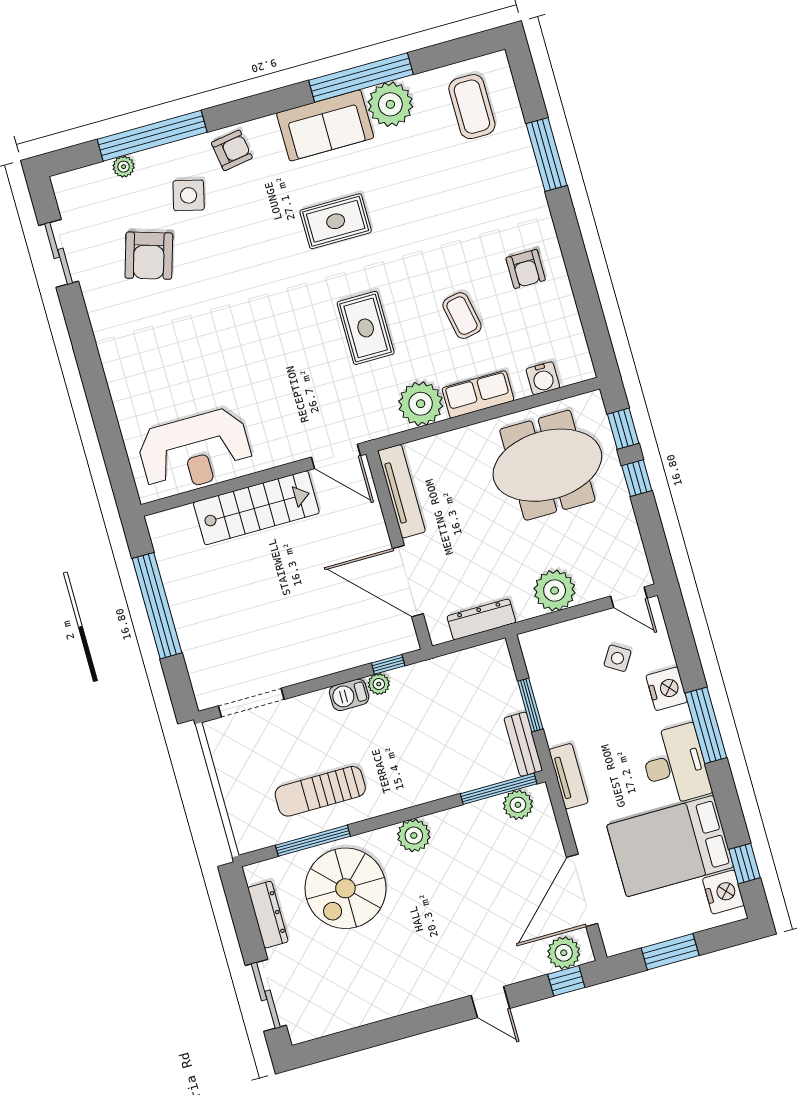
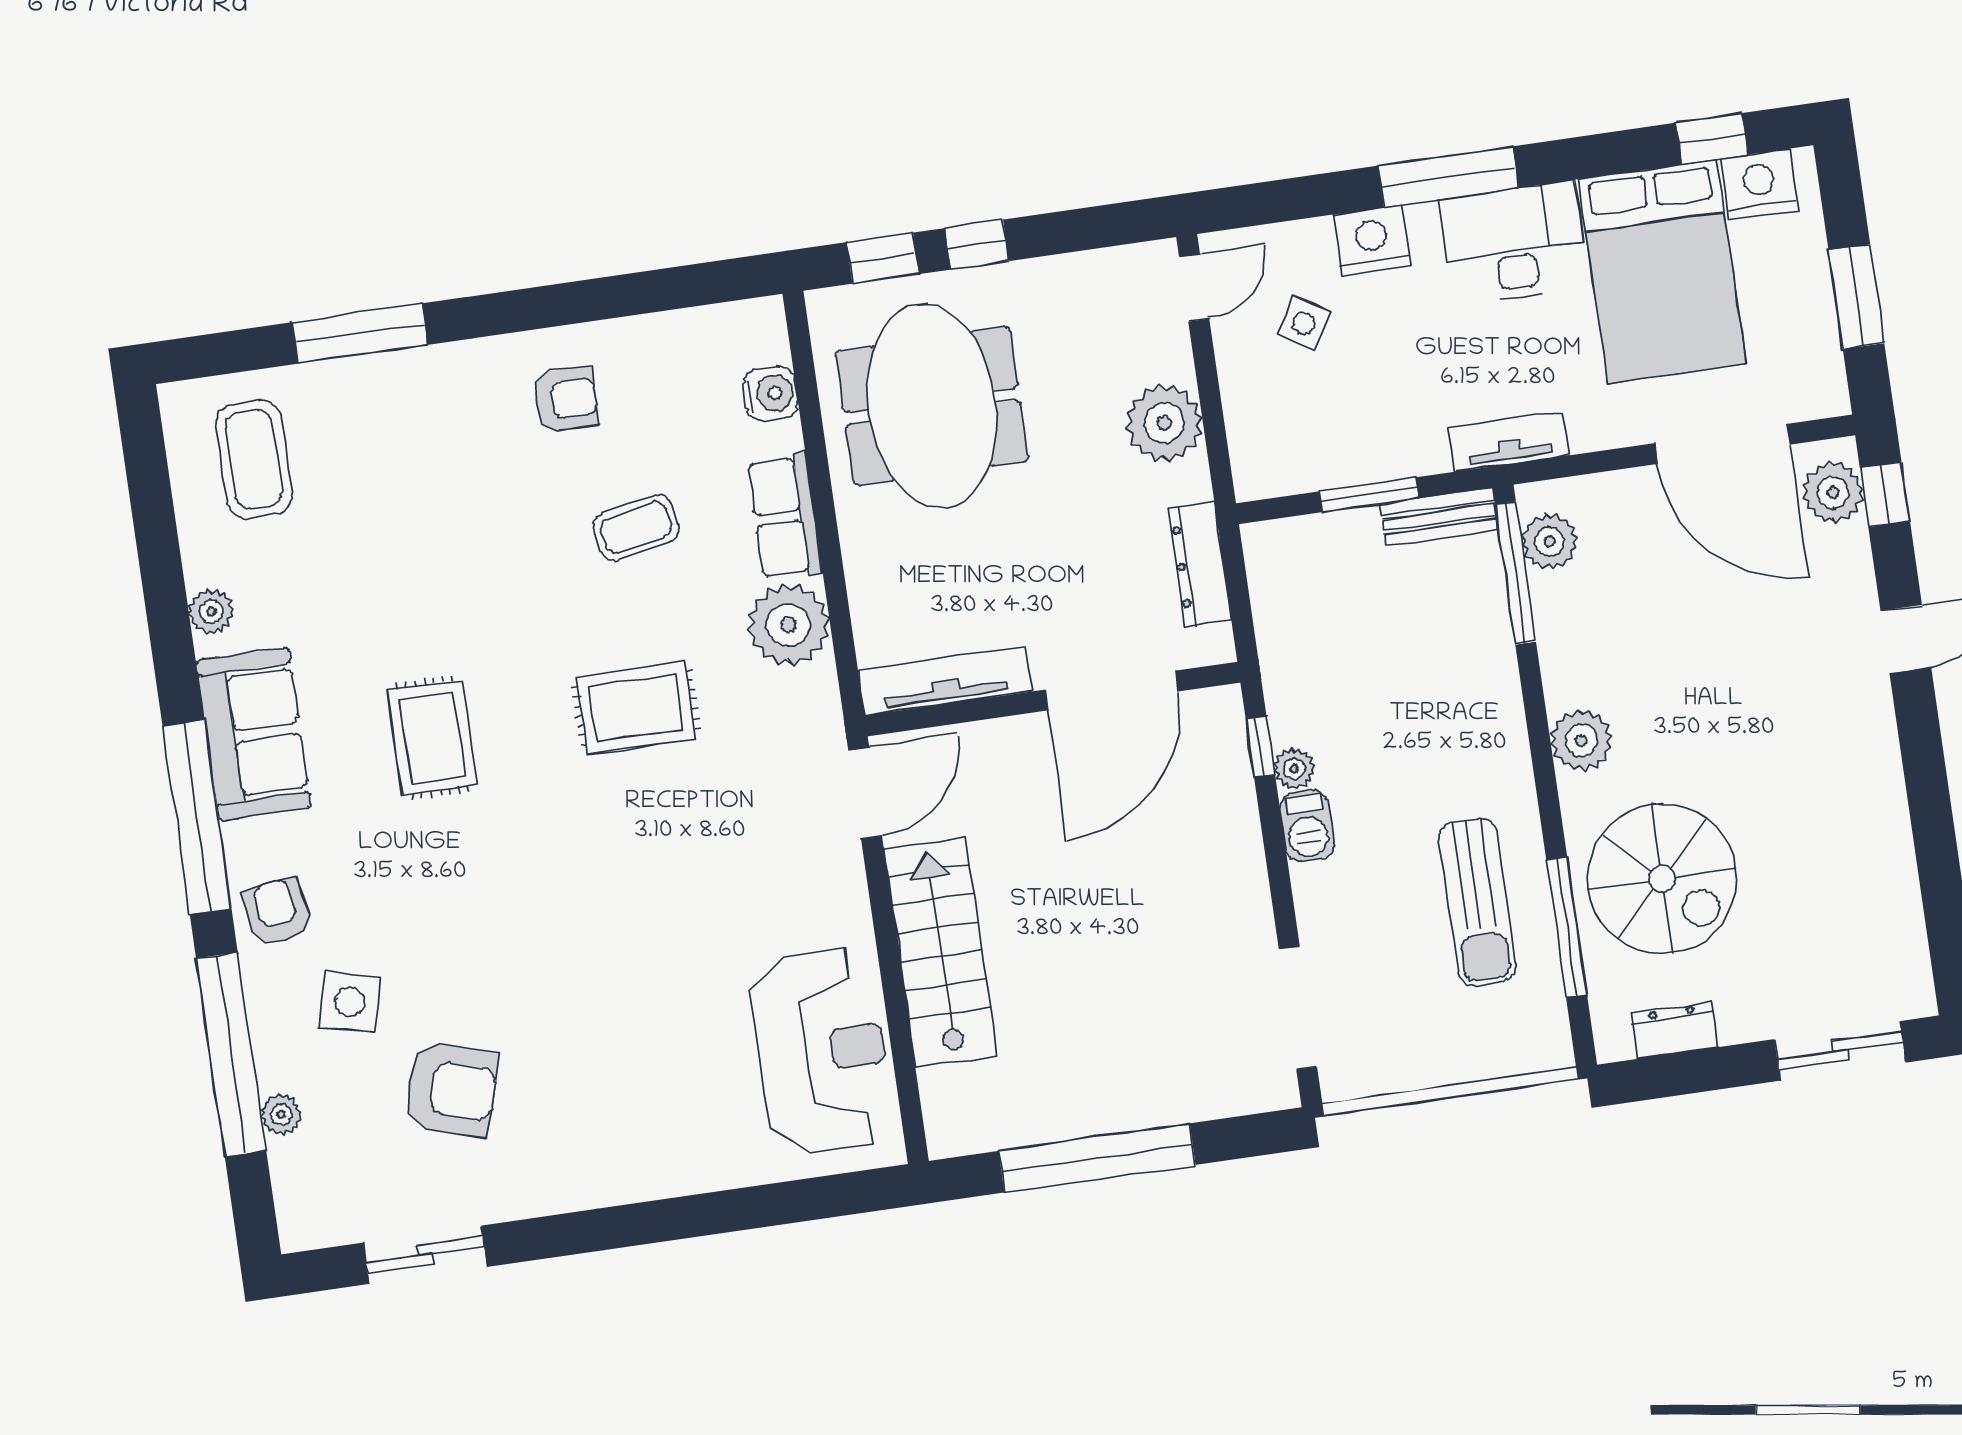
window: (361, 77) -> (197, 817), moved
plant: (390, 104) -> (211, 612), width x0.53, depth x0.53
coffee table: (472, 107) -> (254, 459), turned 90
dresser: (268, 915) -> (1674, 1030), width x0.70

